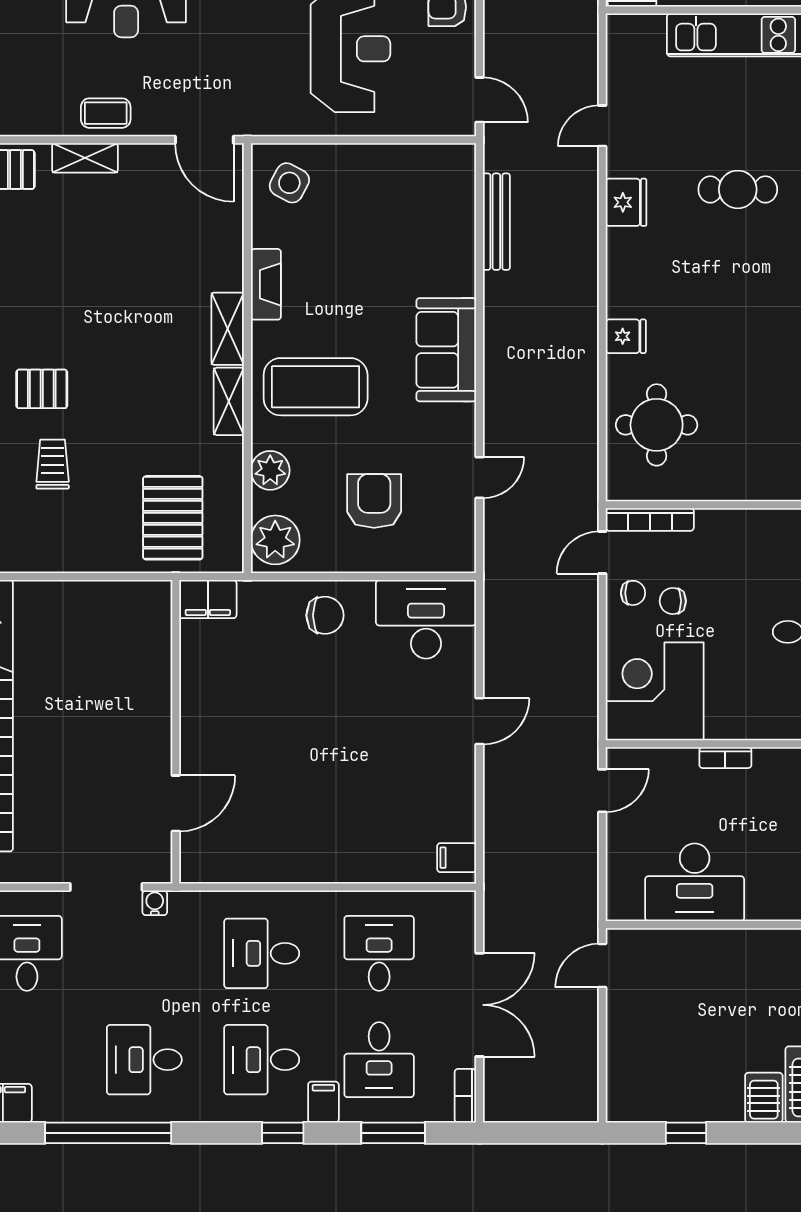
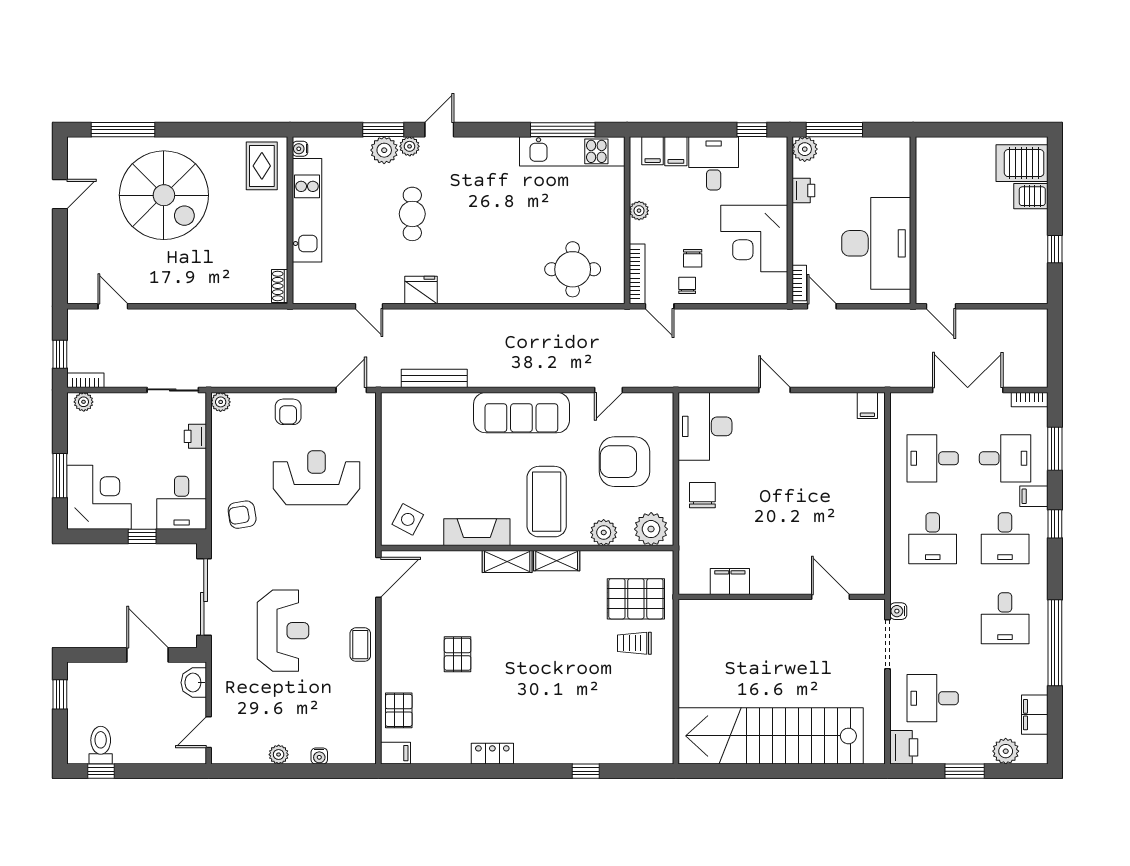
shelving: (85, 158) -> (391, 659), removed
fireplace: (266, 284) -> (477, 532), width x1.37, depth x1.32
fridge: (626, 336) -> (512, 290), removed
sofa: (446, 350) -> (521, 413), width x1.36
pallet: (42, 389) -> (458, 654), moved
trolley: (53, 464) -> (634, 643), moved
door: (479, 478) -> (609, 390), swing flipped
armchair: (374, 501) -> (624, 462), width x1.36, depth x1.36
plant: (743, 522) -> (639, 211), added
filing cabinet: (208, 599) -> (730, 581), moved, turned -90
corner desk: (655, 691) -> (754, 238), moved
bookcase: (725, 758) -> (799, 283), moved
printer: (772, 764) -> (803, 190), added
desk: (695, 882) -> (876, 243), width x1.36, depth x1.30

